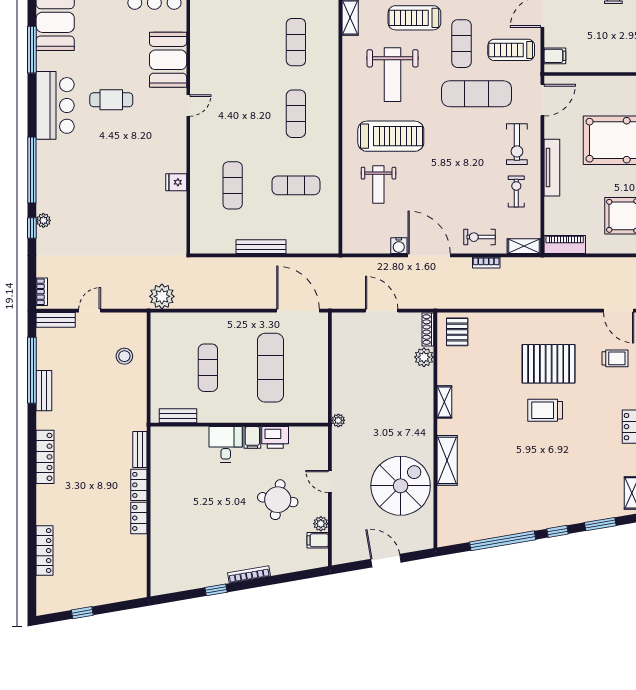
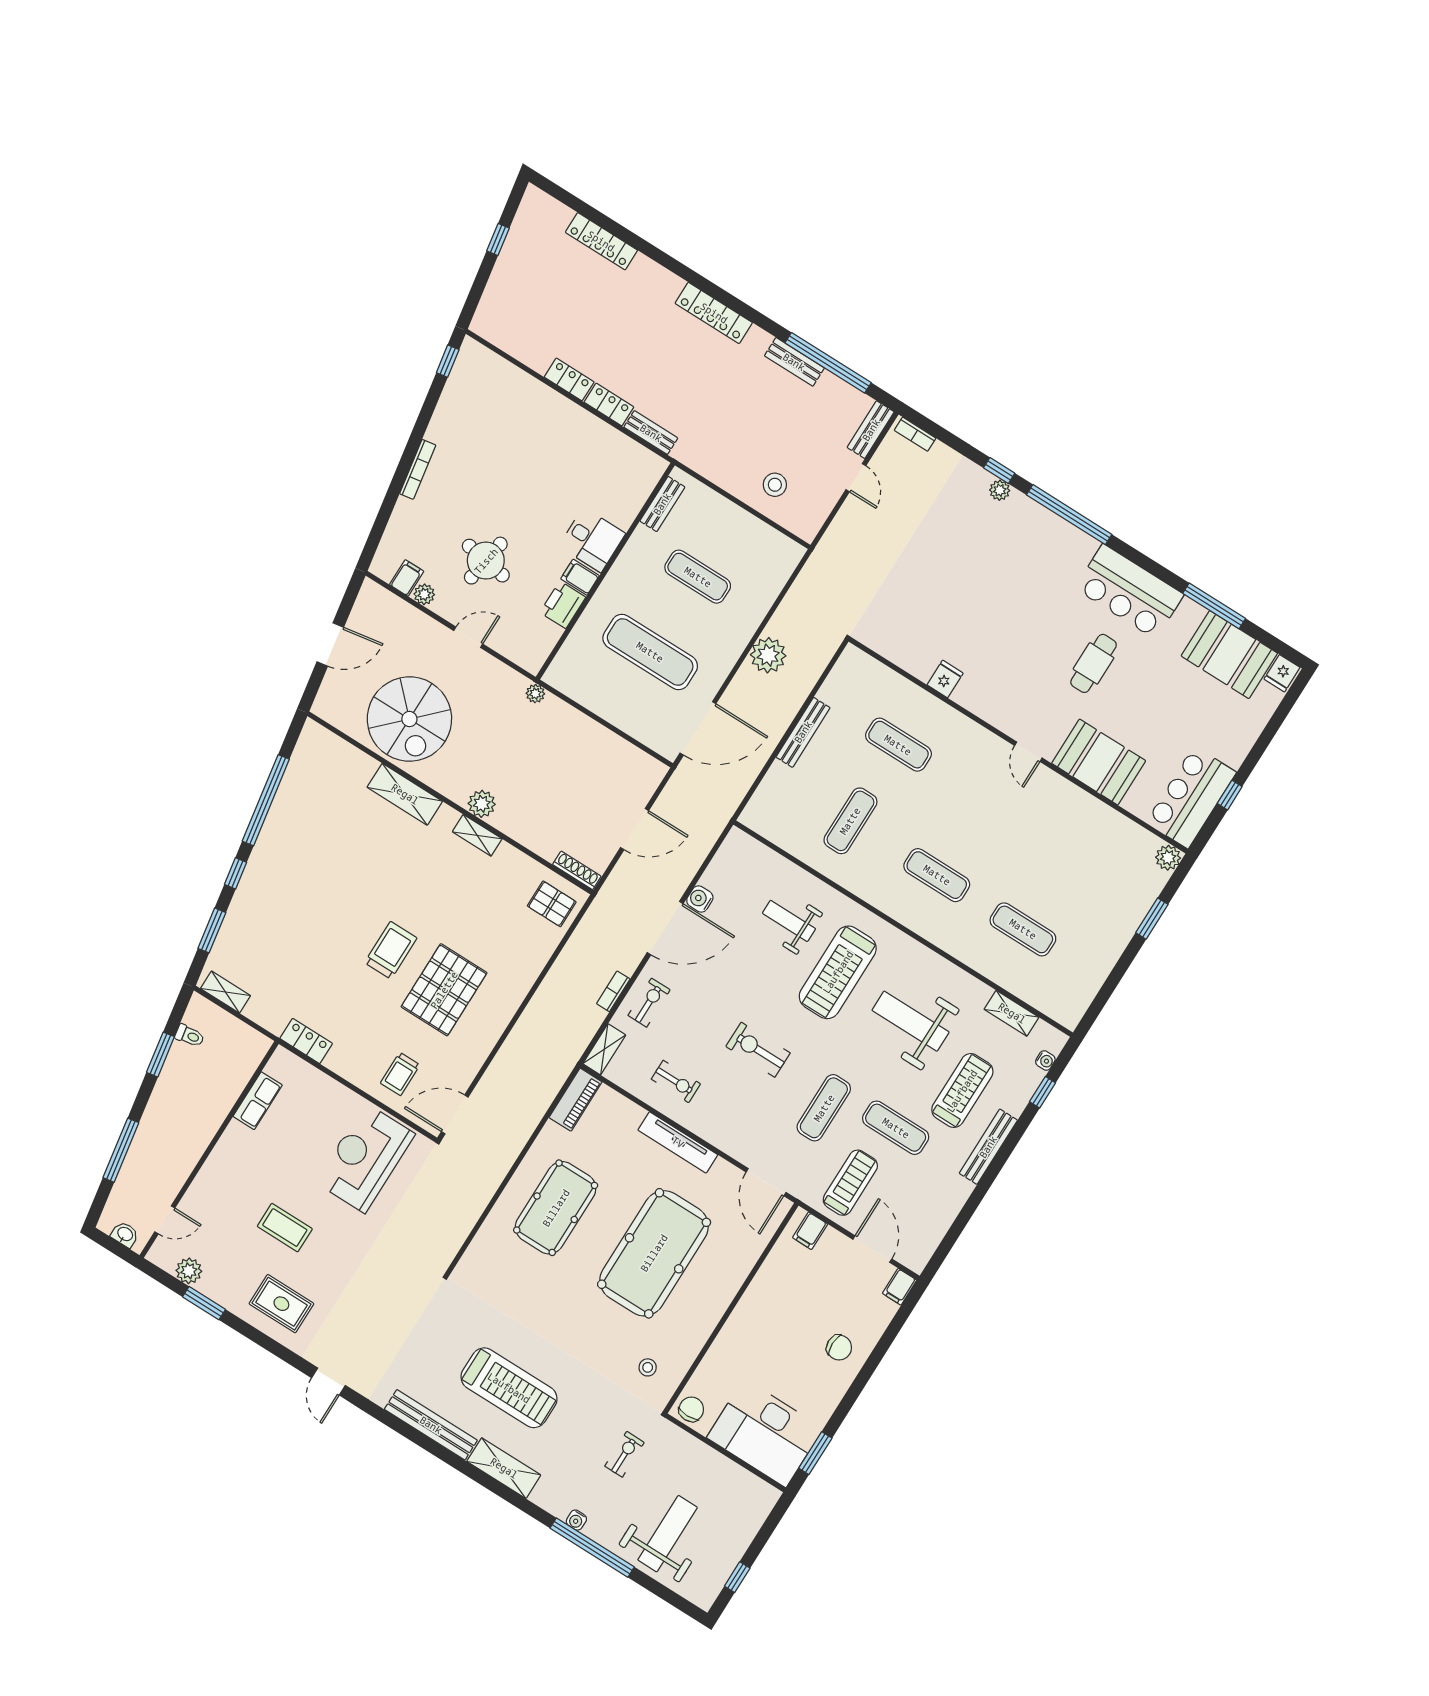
exercise mat: (477, 94) -> (824, 1108), width x0.73, depth x0.69
exercise bike: (517, 144) -> (758, 1050), moved
plant: (162, 296) -> (768, 655), moved
plant: (424, 357) -> (482, 804), moved
window: (216, 590) -> (448, 361), moved

